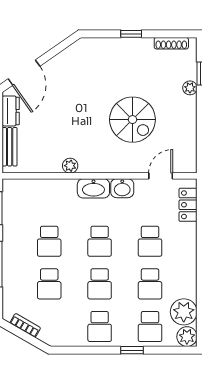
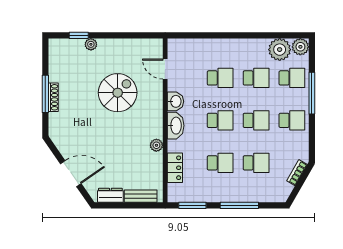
window: (131, 34) -> (45, 94), width x2.17
shoe rack: (171, 43) -> (53, 97), moved
door: (24, 73) -> (71, 174), moved
locker: (188, 205) -> (175, 168), moved, turned -90
bookcase: (25, 325) -> (297, 173), moved
window: (132, 350) -> (312, 93), width x2.17

